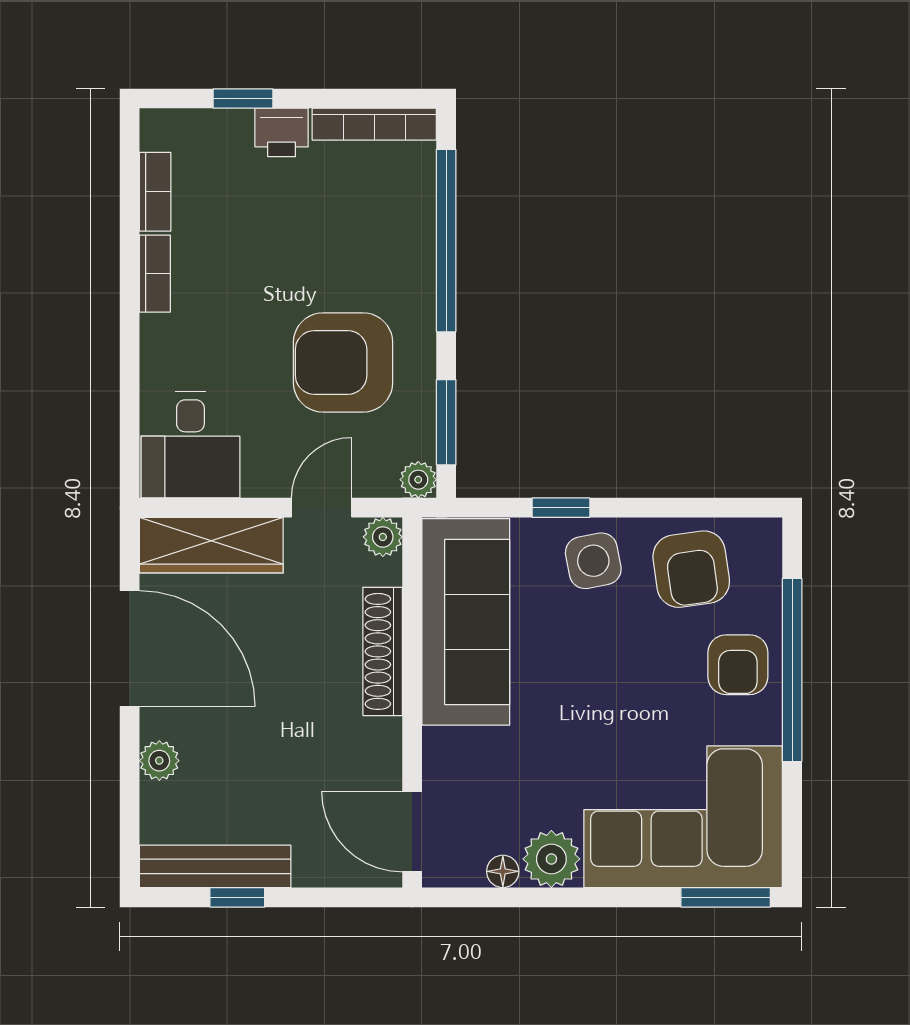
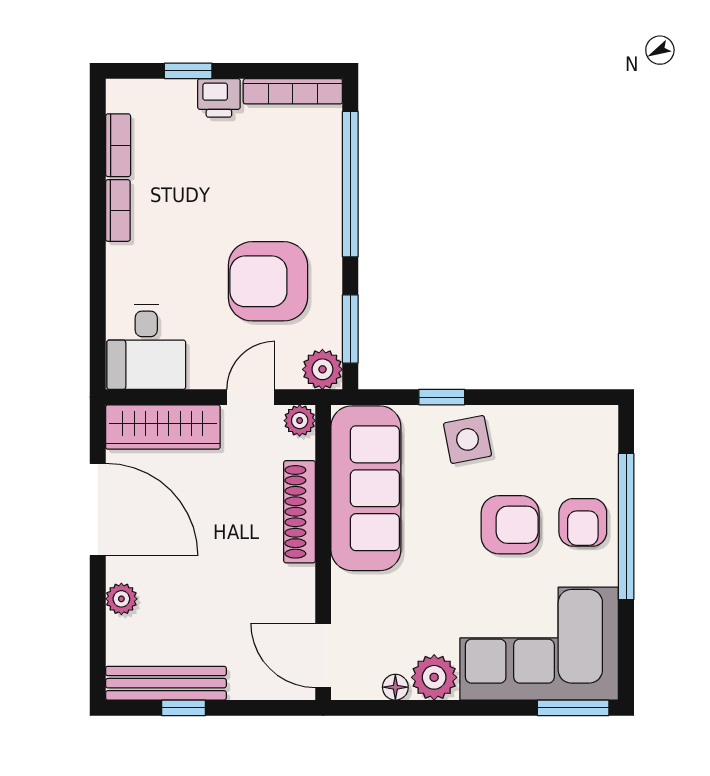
plant: (418, 480) -> (322, 369), width x1.38, depth x1.38
armchair: (691, 569) -> (510, 525), moved, turned -82

